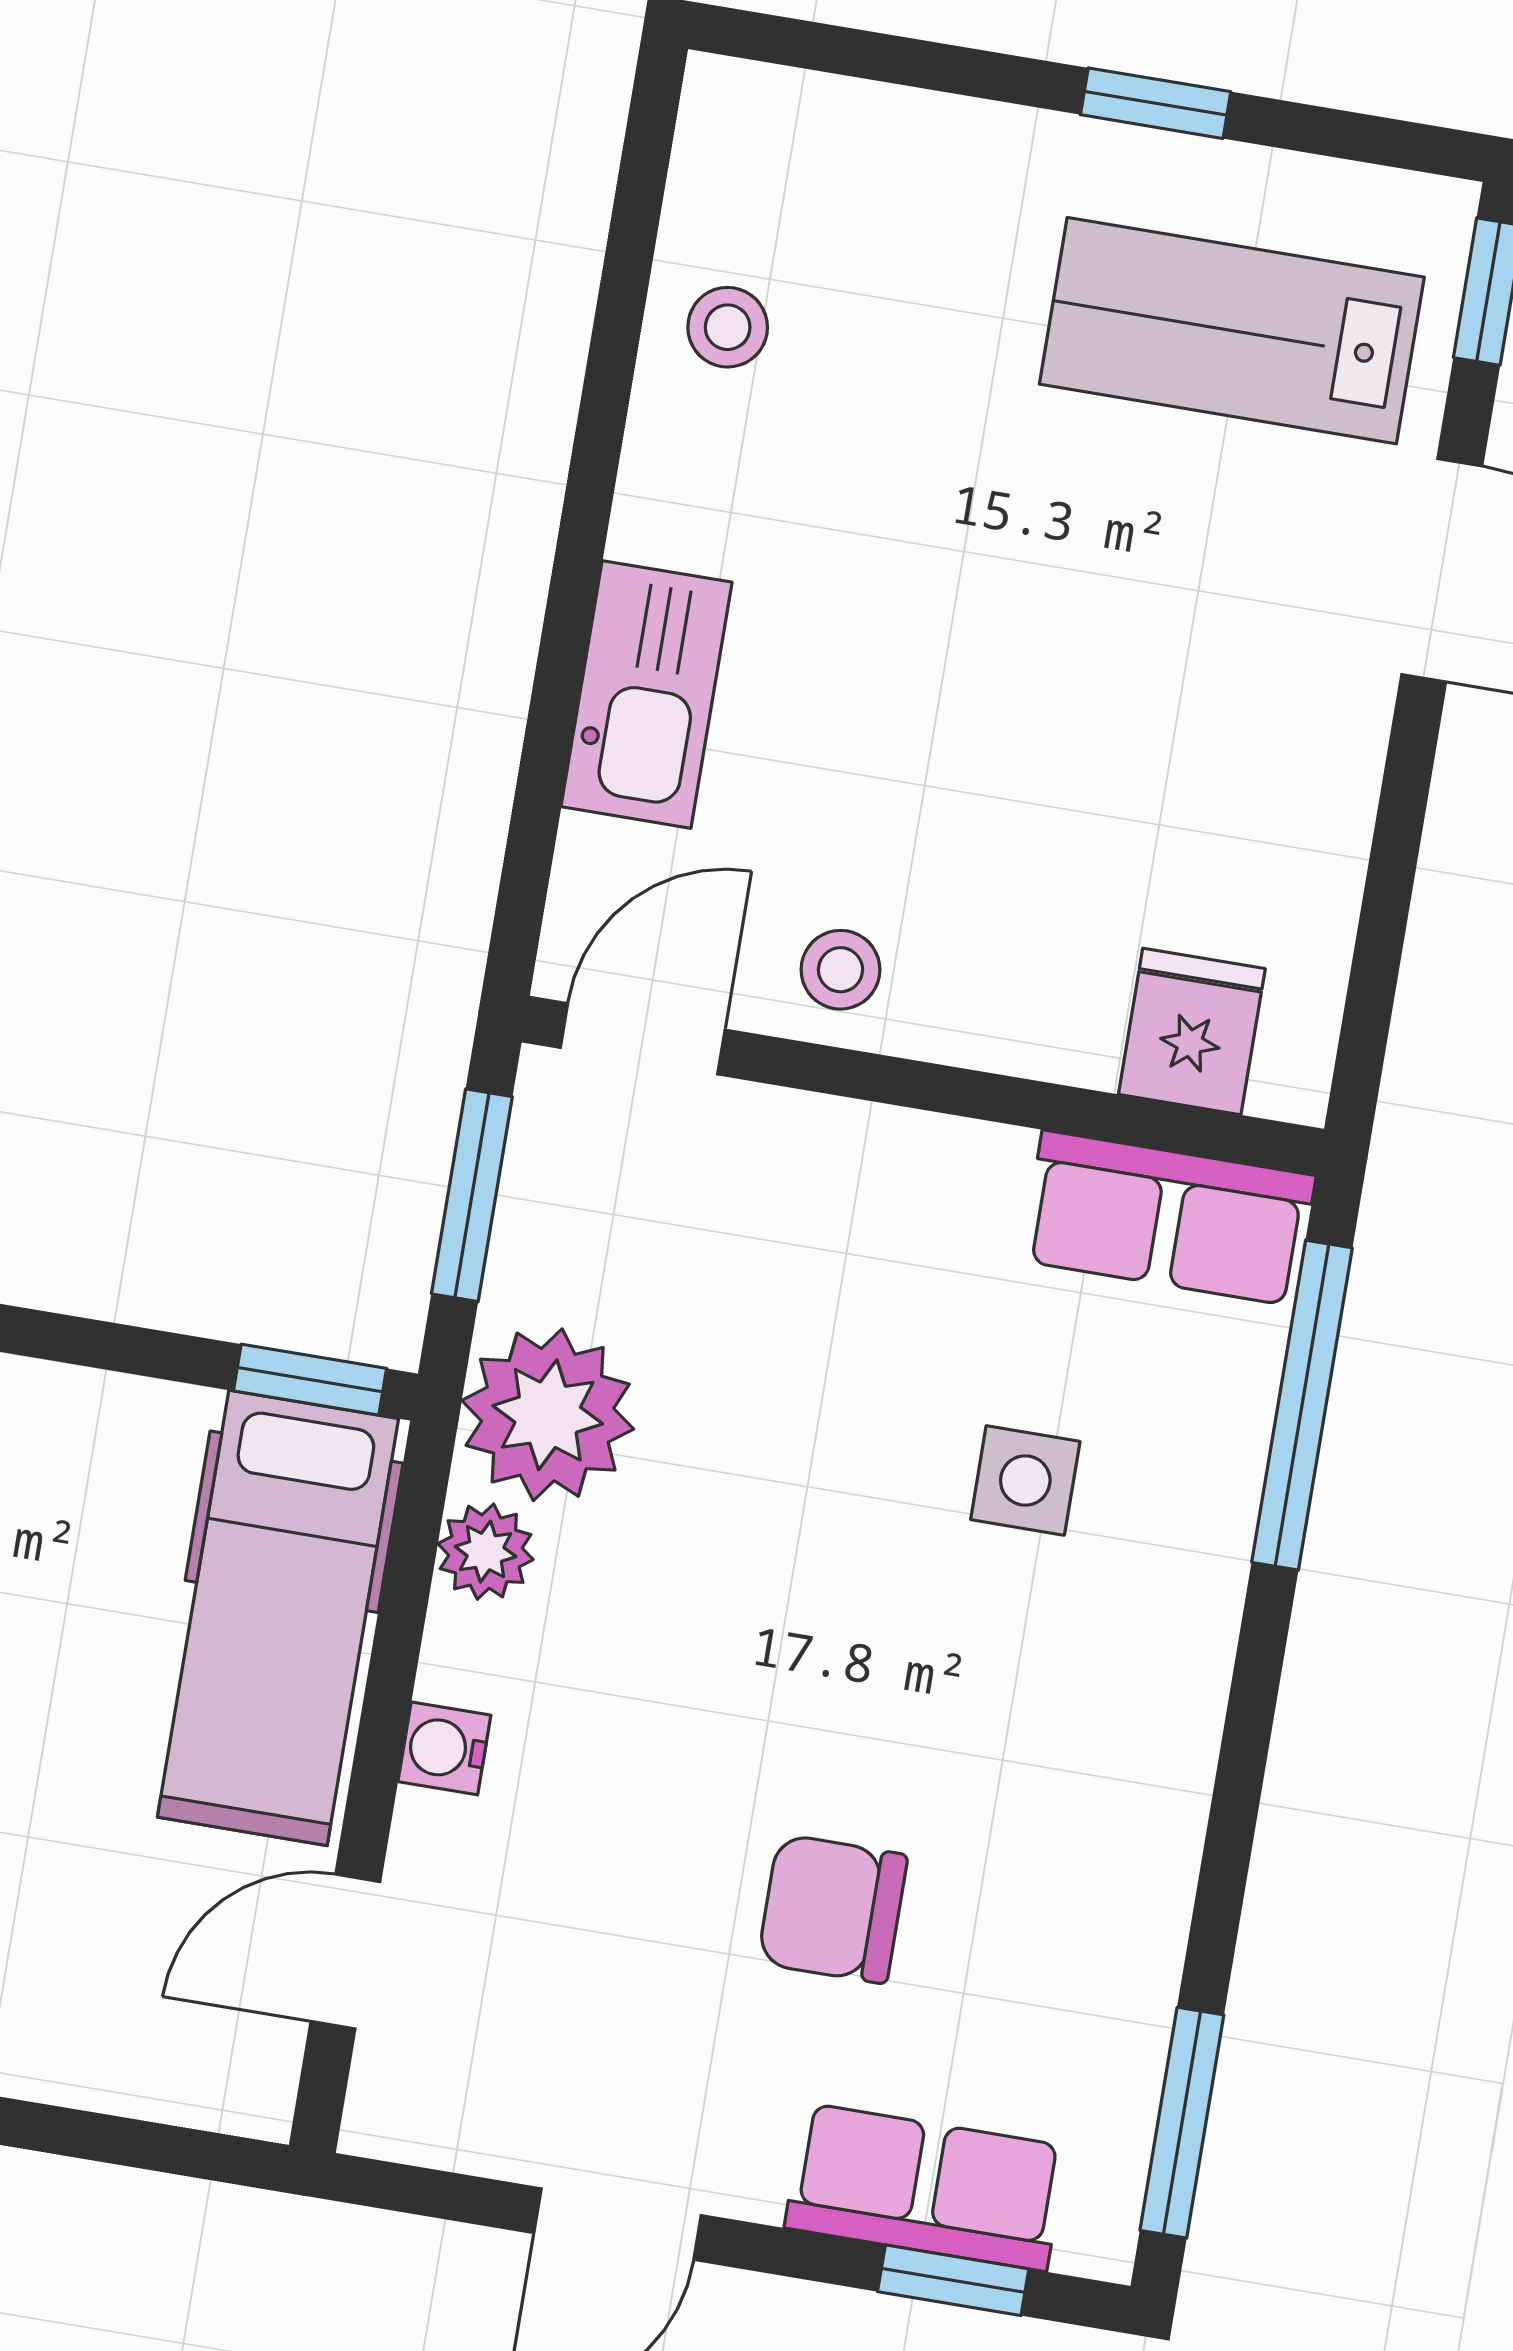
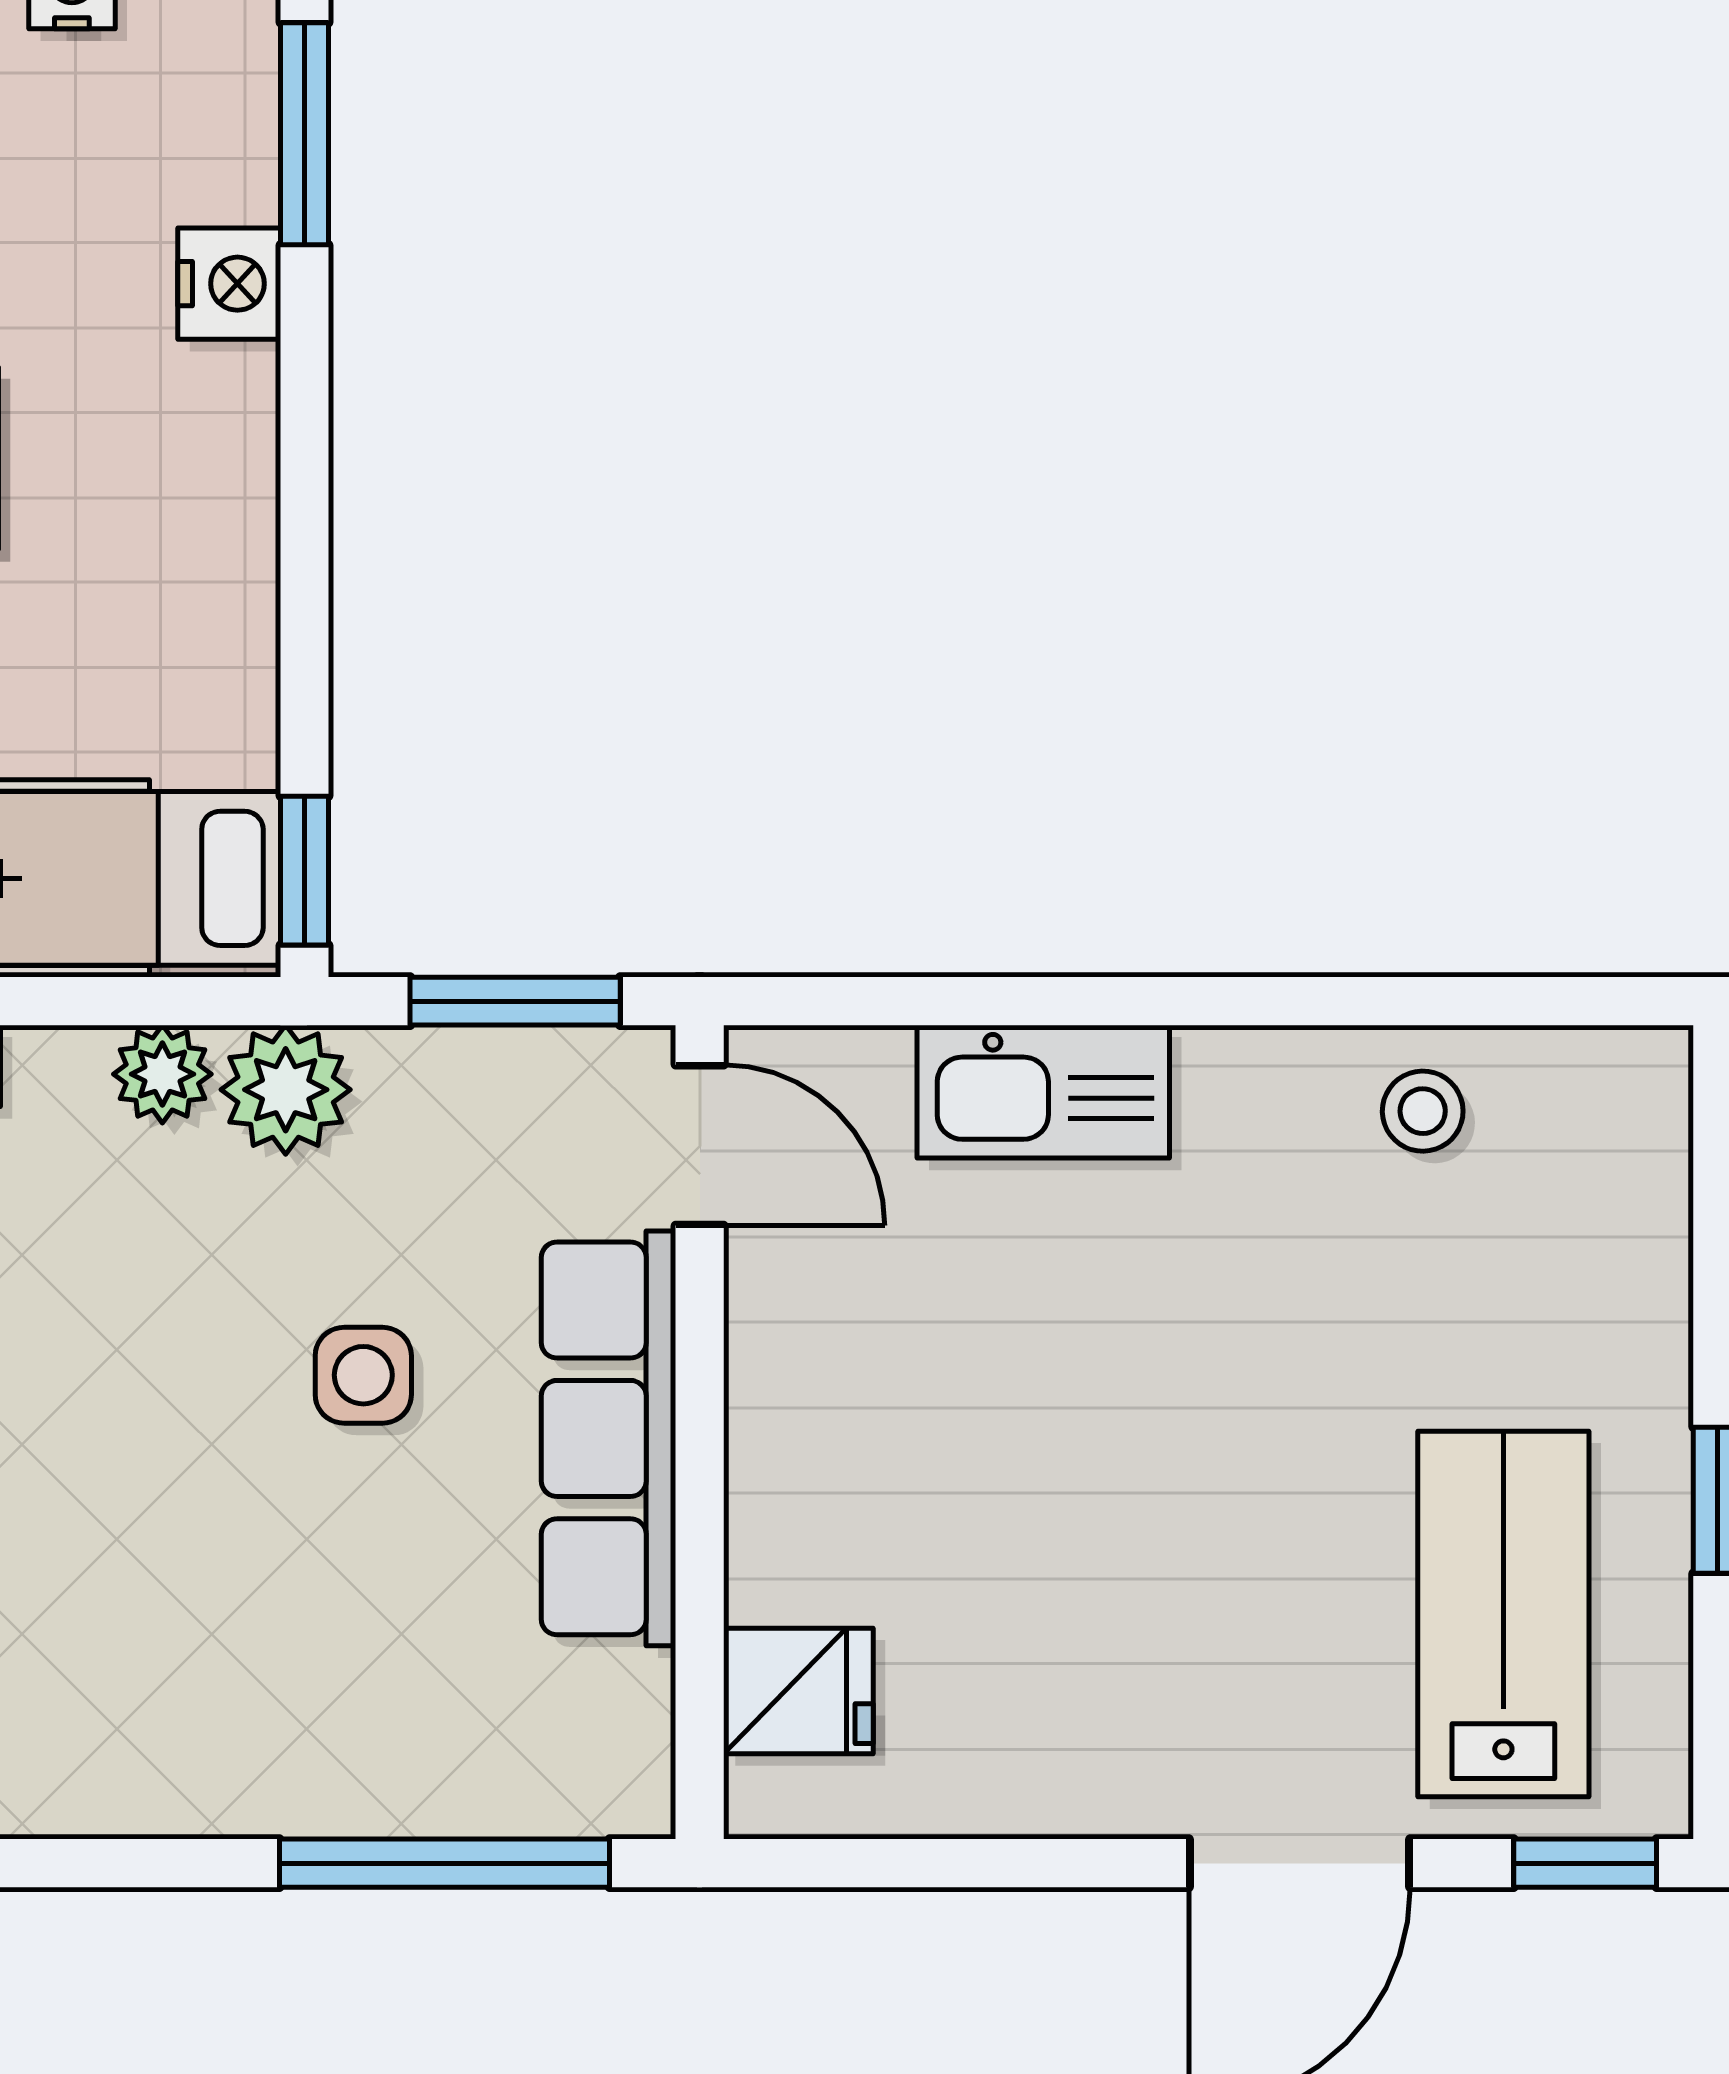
stool: (841, 970) -> (801, 1331), removed
row of seats: (1168, 1218) -> (608, 1438), moved, width x1.48
plant: (548, 1415) -> (286, 1090), width x0.73, depth x0.73
side table: (1025, 1480) -> (363, 1375), moved

